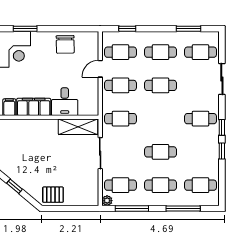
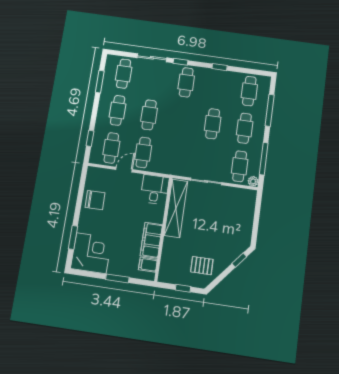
door: (100, 69) -> (124, 170), swing flipped
desk: (65, 102) -> (155, 189), moved, turned -90
cafe table: (121, 119) -> (175, 157), removed
shelving: (78, 127) -> (176, 208), width x1.47
window: (222, 127) -> (181, 62), moved
window: (14, 186) -> (239, 260), moved
pallet: (53, 195) -> (202, 266), moved, turned 90

